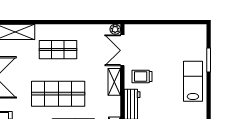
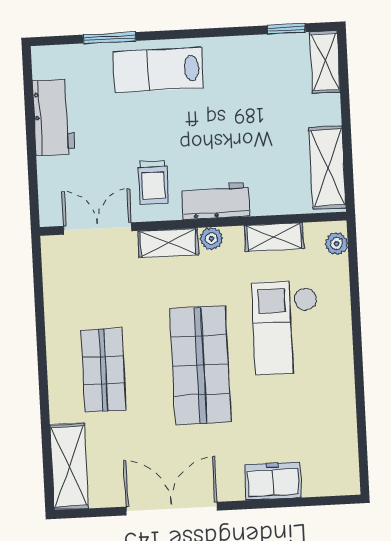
plant: (115, 29) -> (211, 239), moved
workbench: (174, 33) -> (54, 117), added
double door: (122, 50) -> (98, 229), swing flipped

